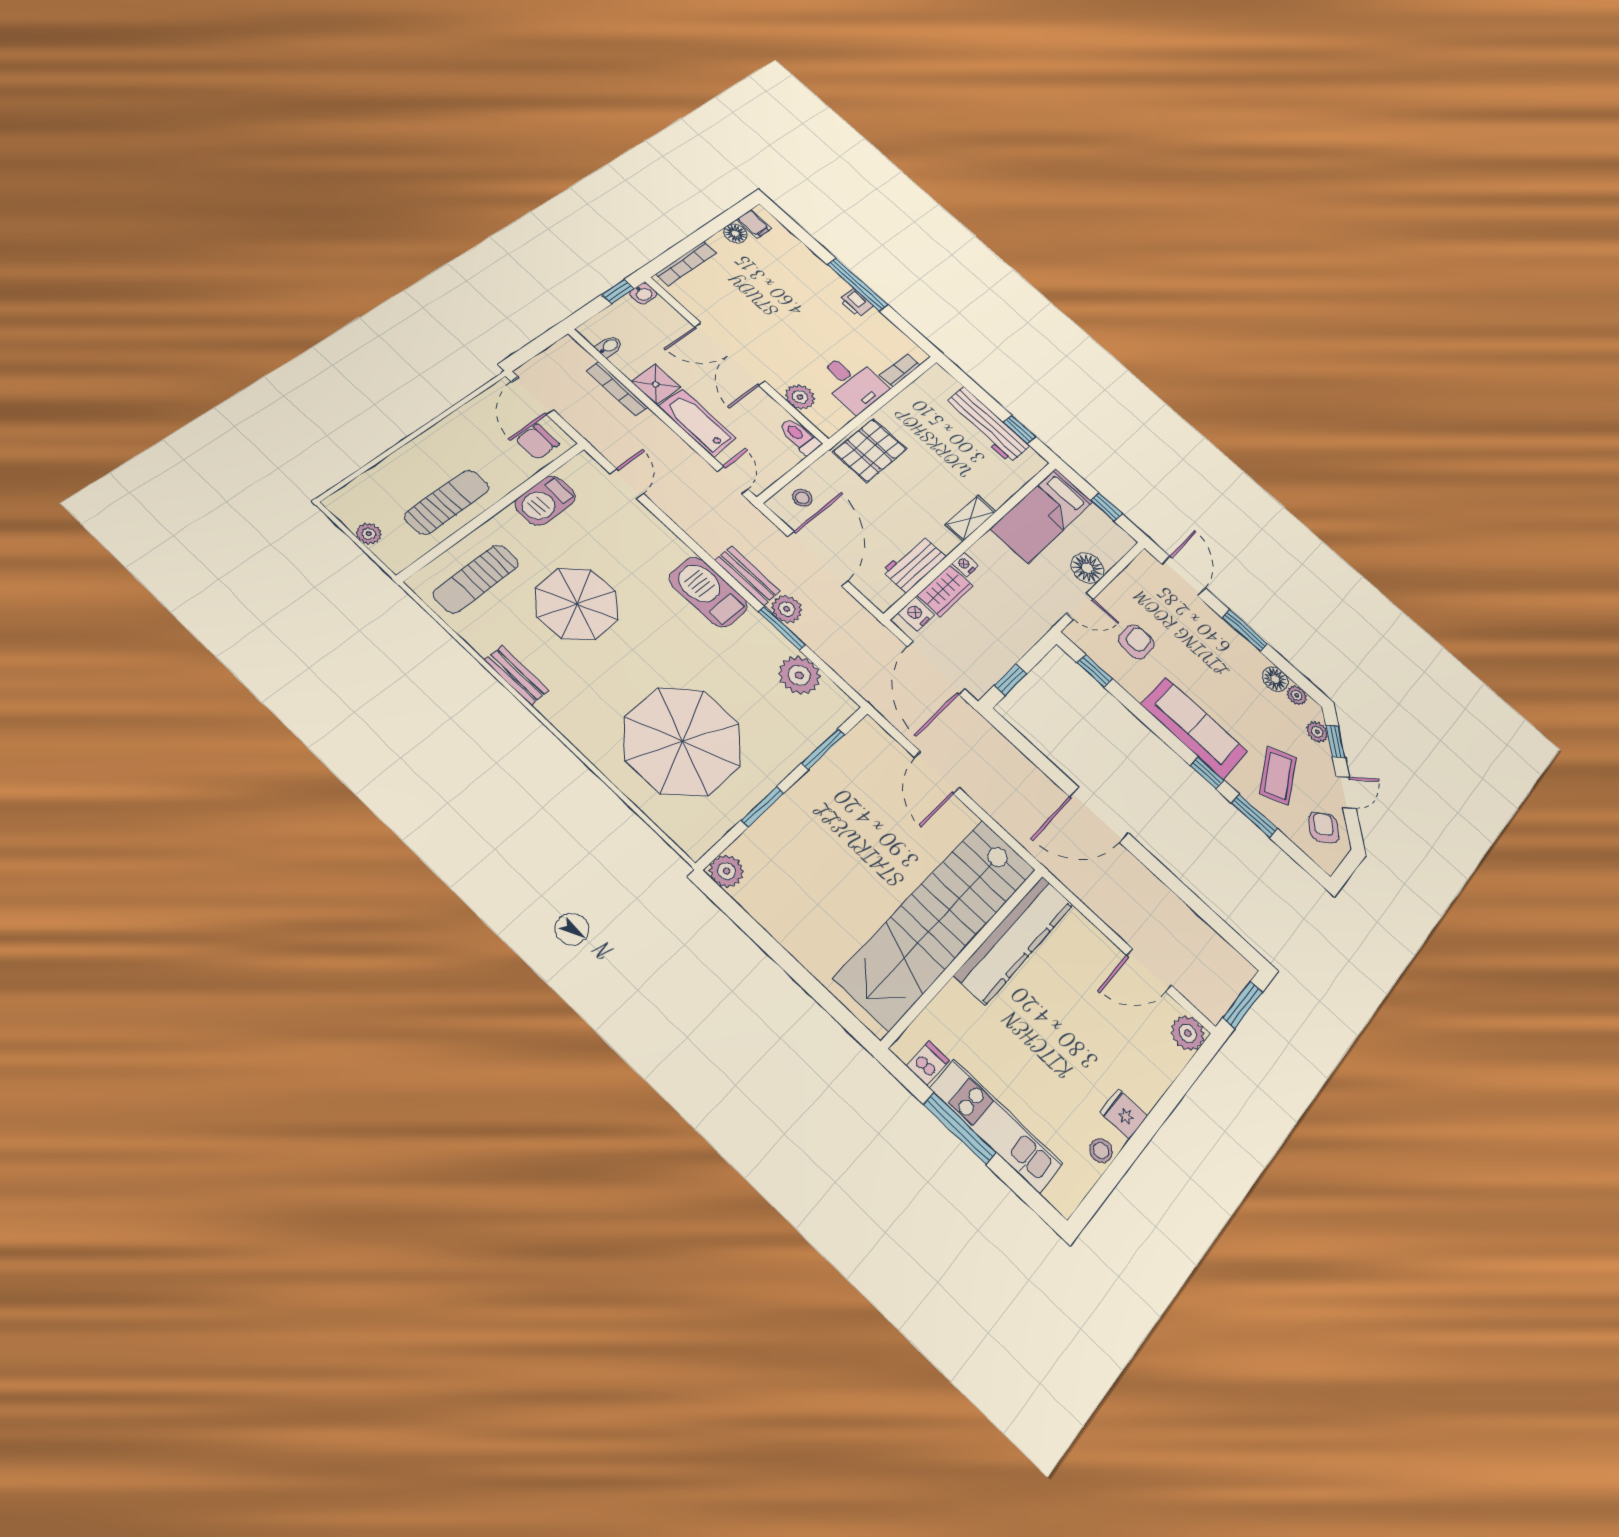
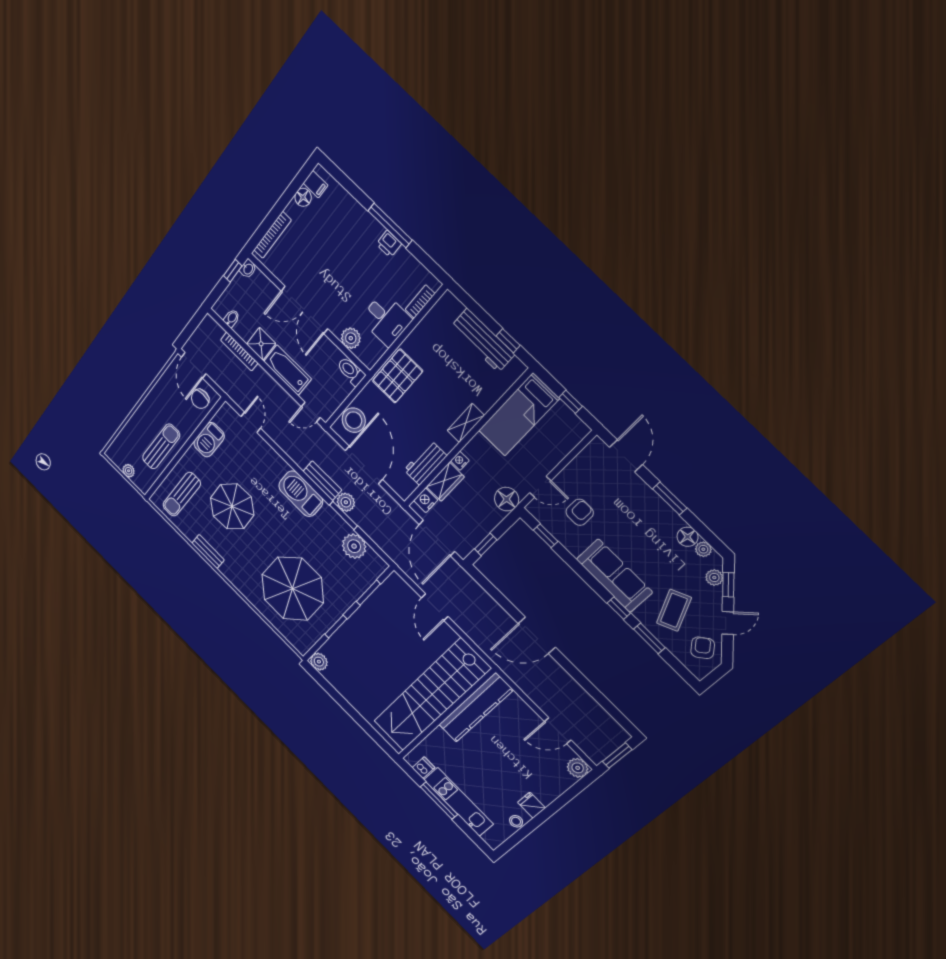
door: (733, 480) -> (311, 412), swing flipped
stool: (802, 498) -> (354, 420), width x1.89, depth x1.89
floor lamp: (1087, 568) -> (507, 499), moved

